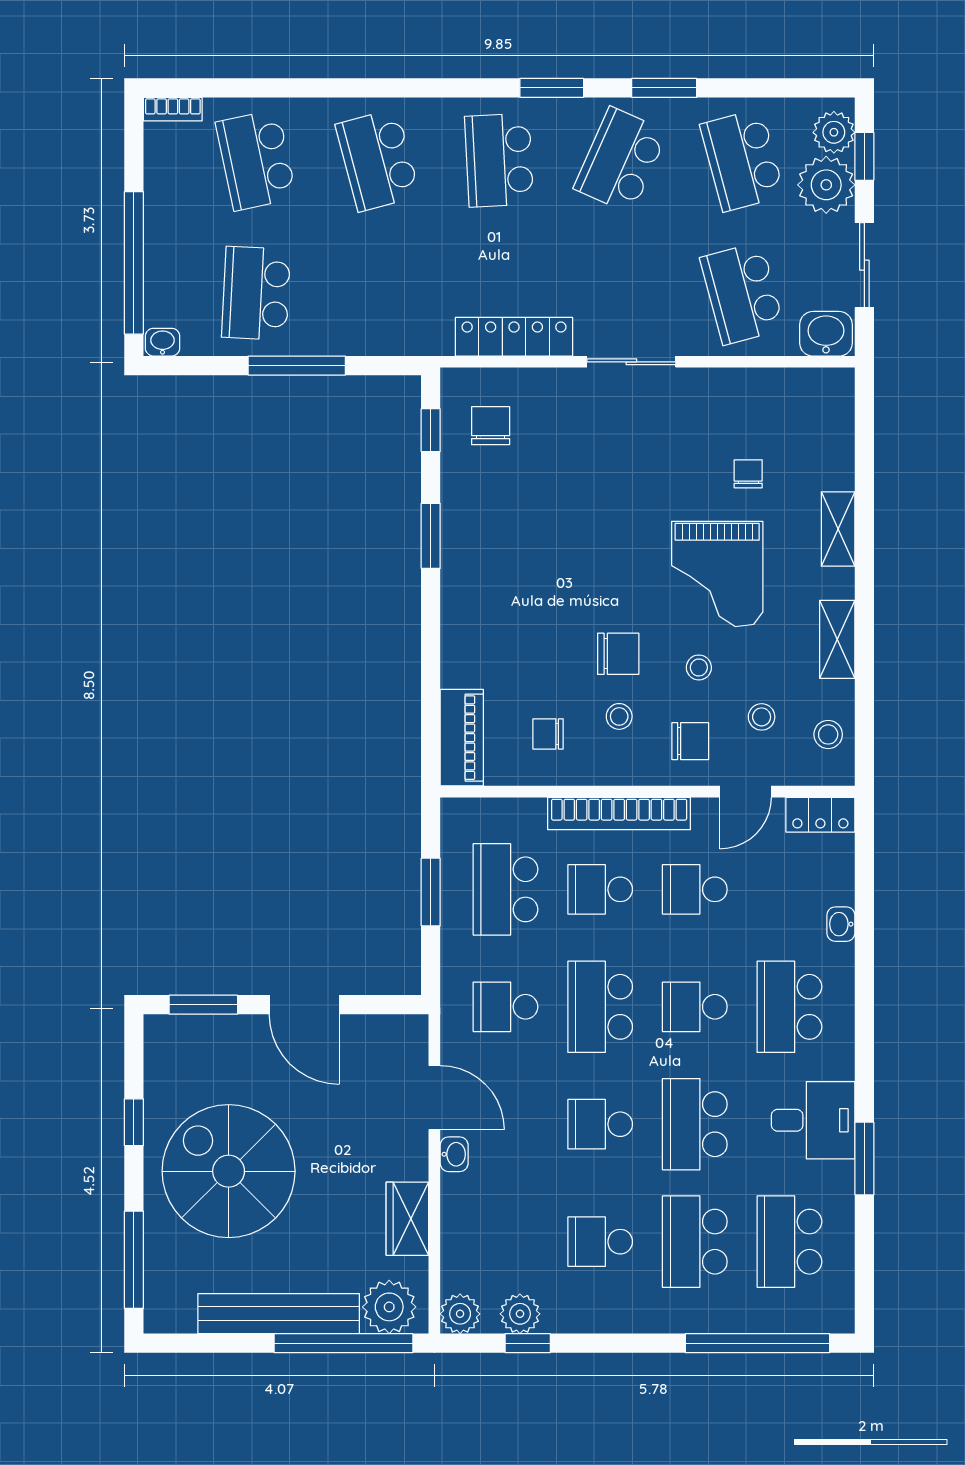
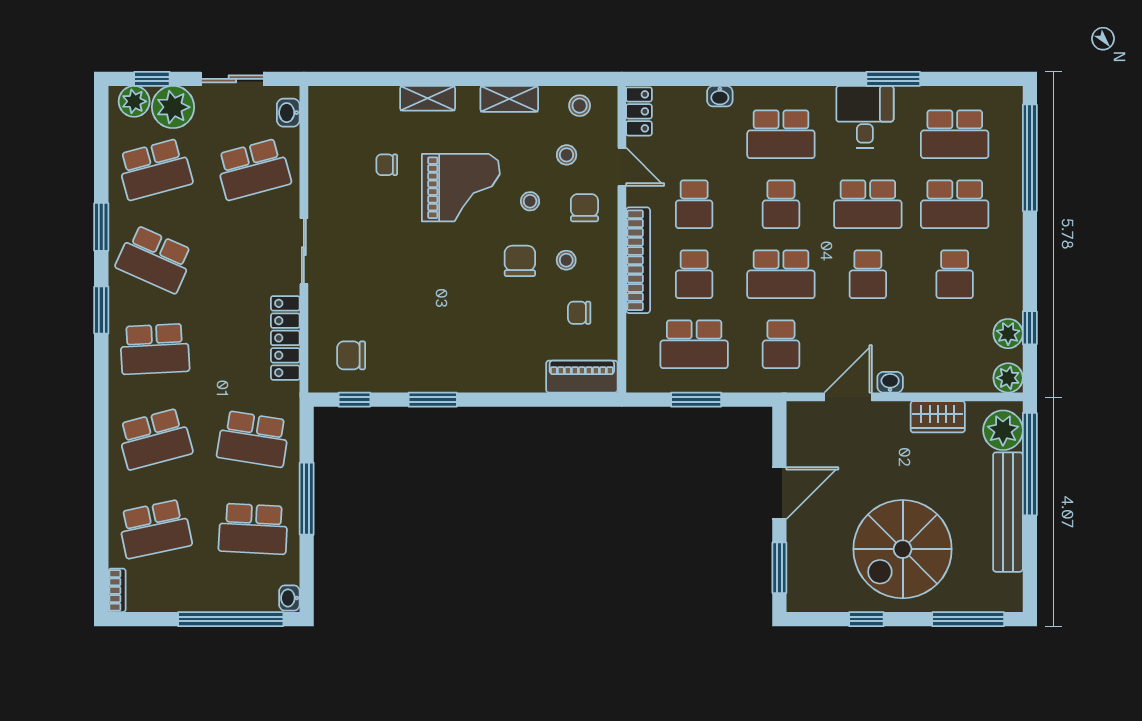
school desk: (378, 293) -> (253, 439), added
washbasin: (826, 334) -> (288, 113), width x0.72, depth x0.69
chair: (548, 734) -> (579, 313), turned 90

